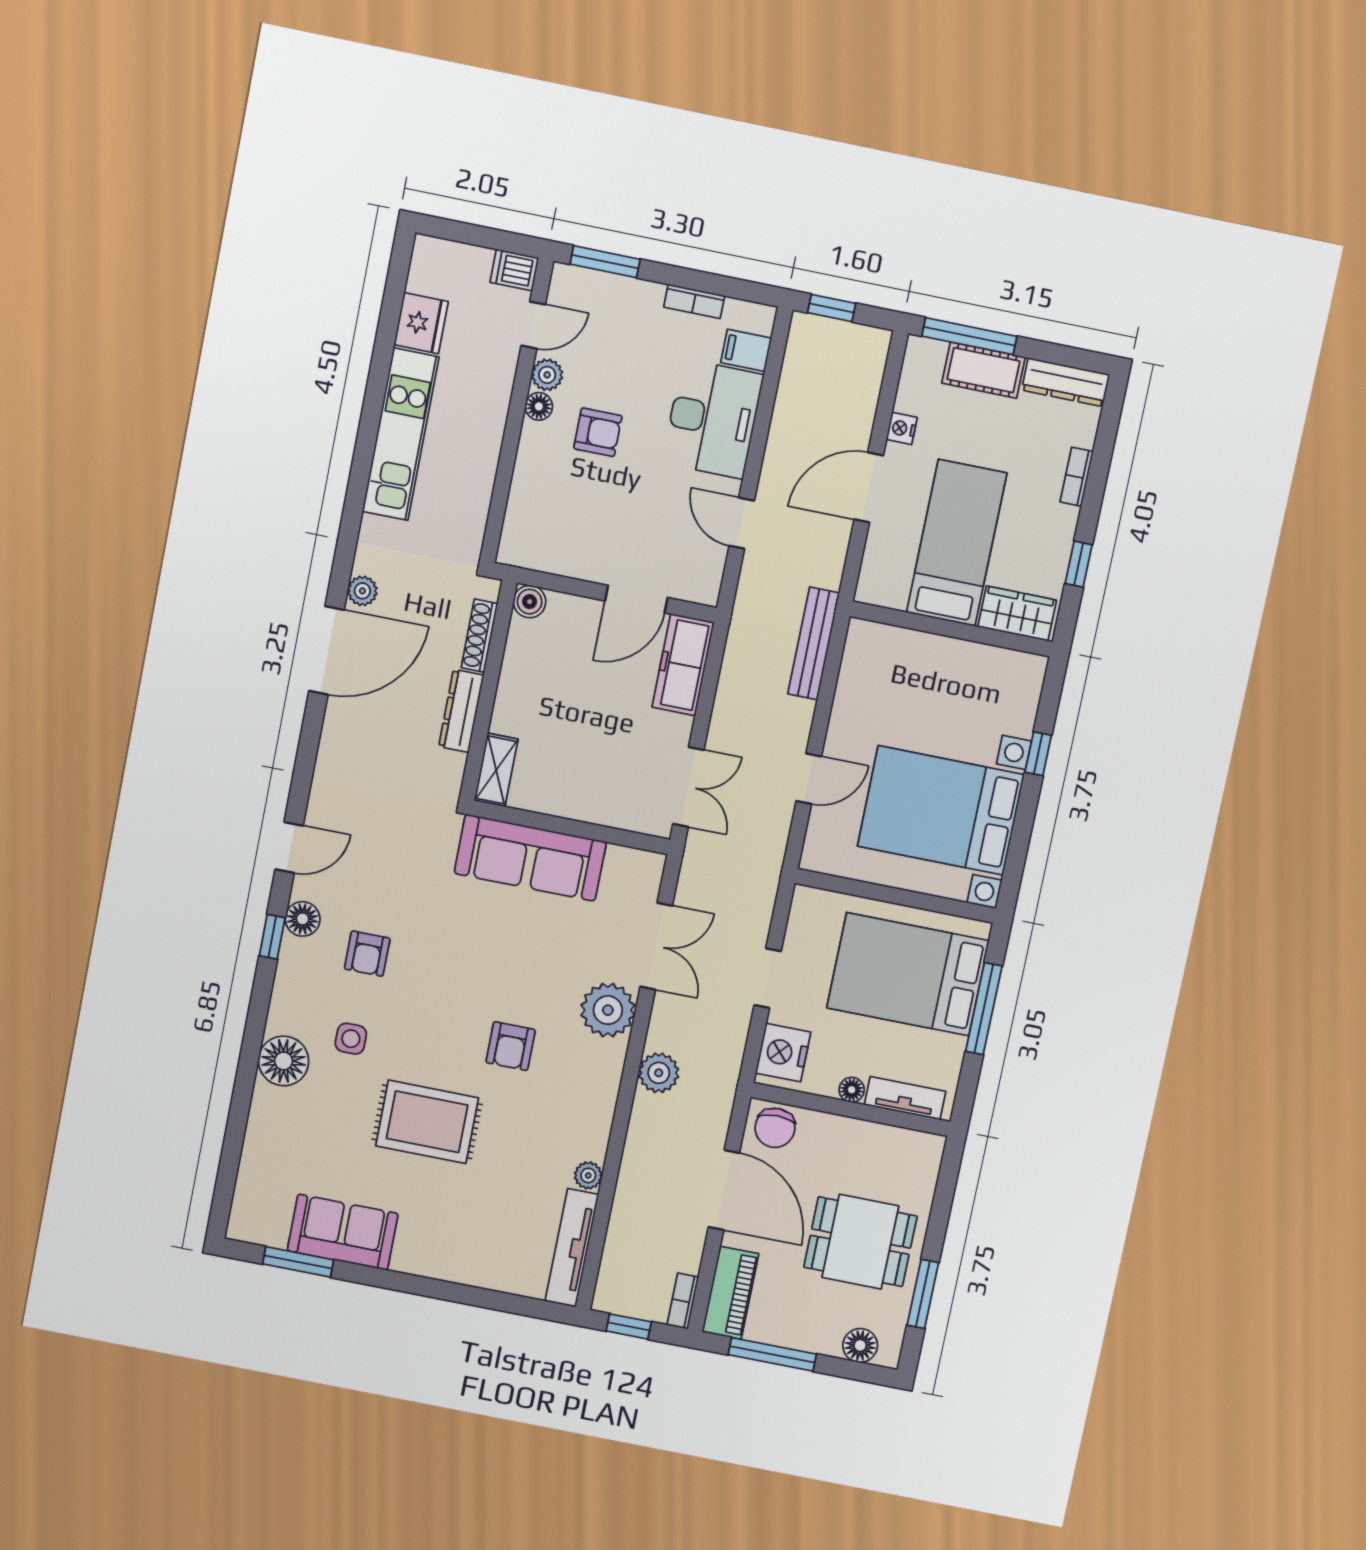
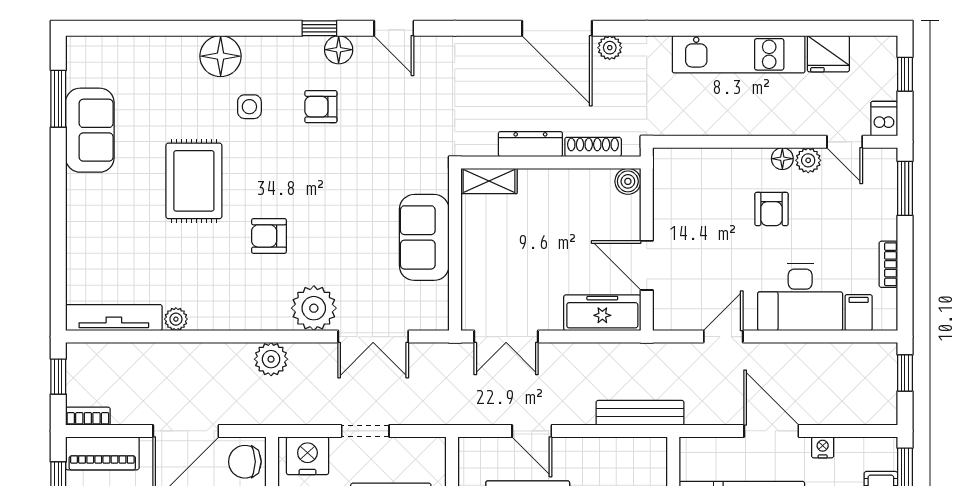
window: (464, 233) -> (905, 74), added
sofa: (530, 858) -> (424, 237), width x0.73

